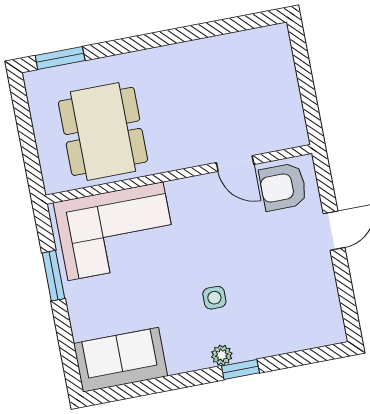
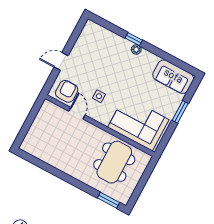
armchair: (283, 187) -> (67, 91), turned -90
window: (53, 276) -> (180, 112), moved
side table: (214, 298) -> (99, 96), moved

